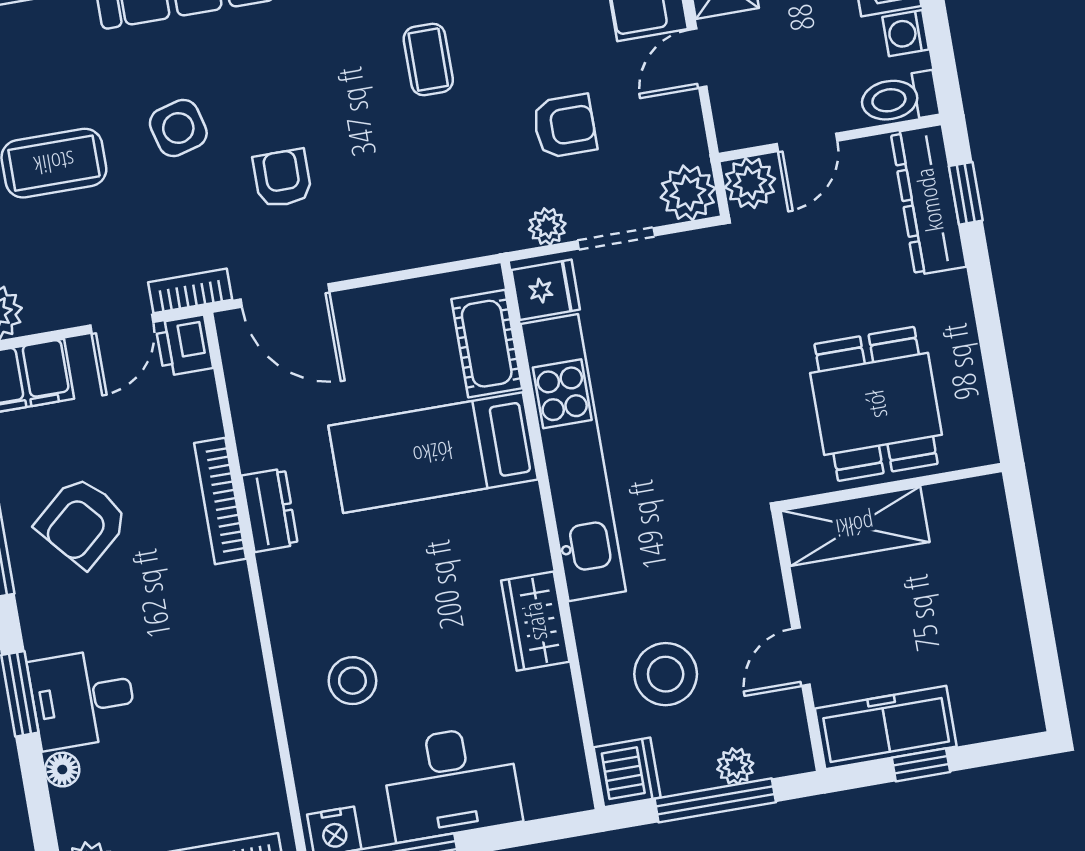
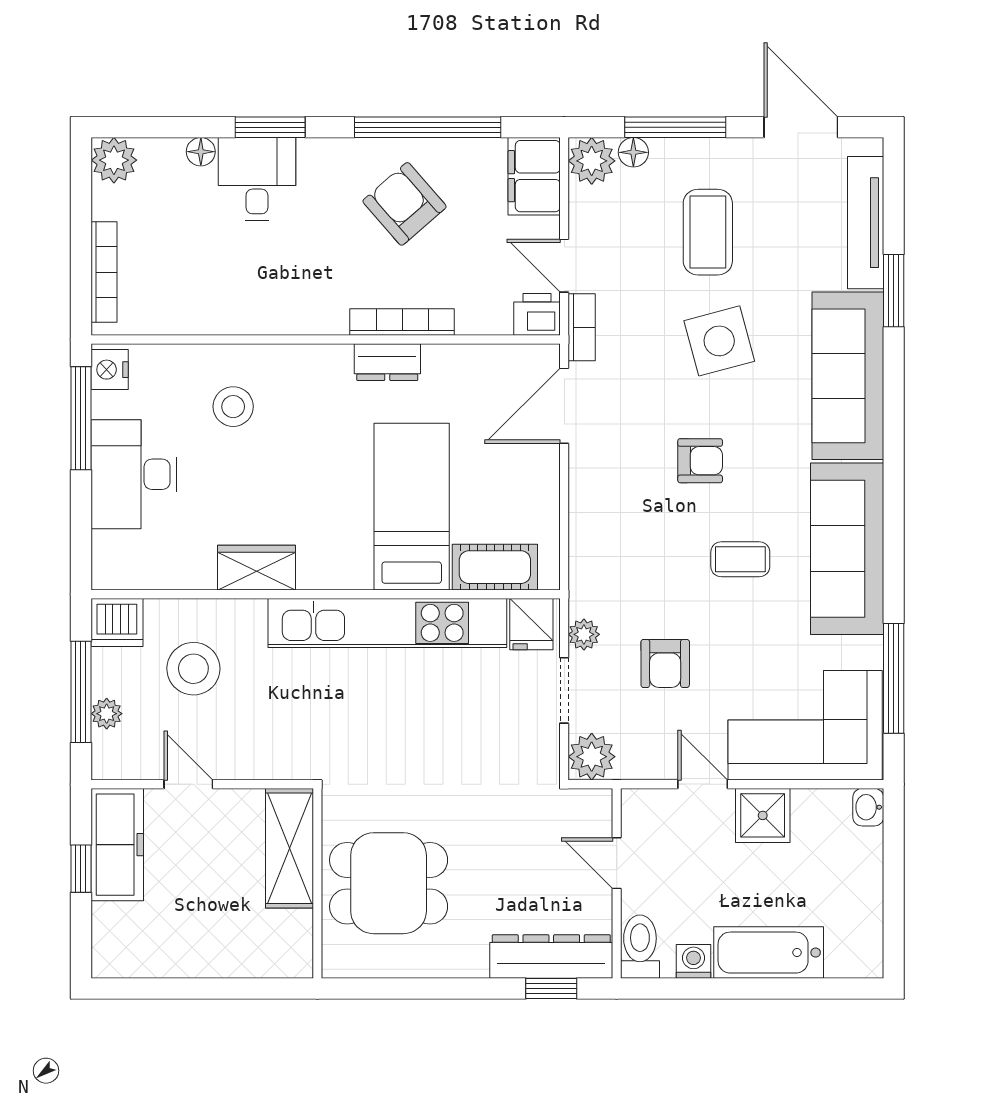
side table: (178, 128) -> (719, 341), width x1.37, depth x1.37
armchair: (282, 178) -> (700, 461), moved
plant: (750, 183) -> (591, 810), removed

